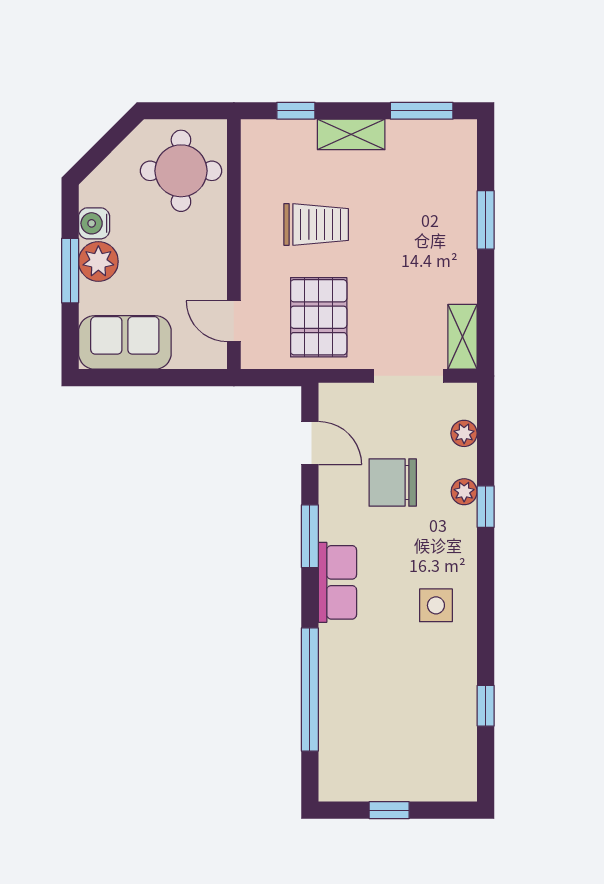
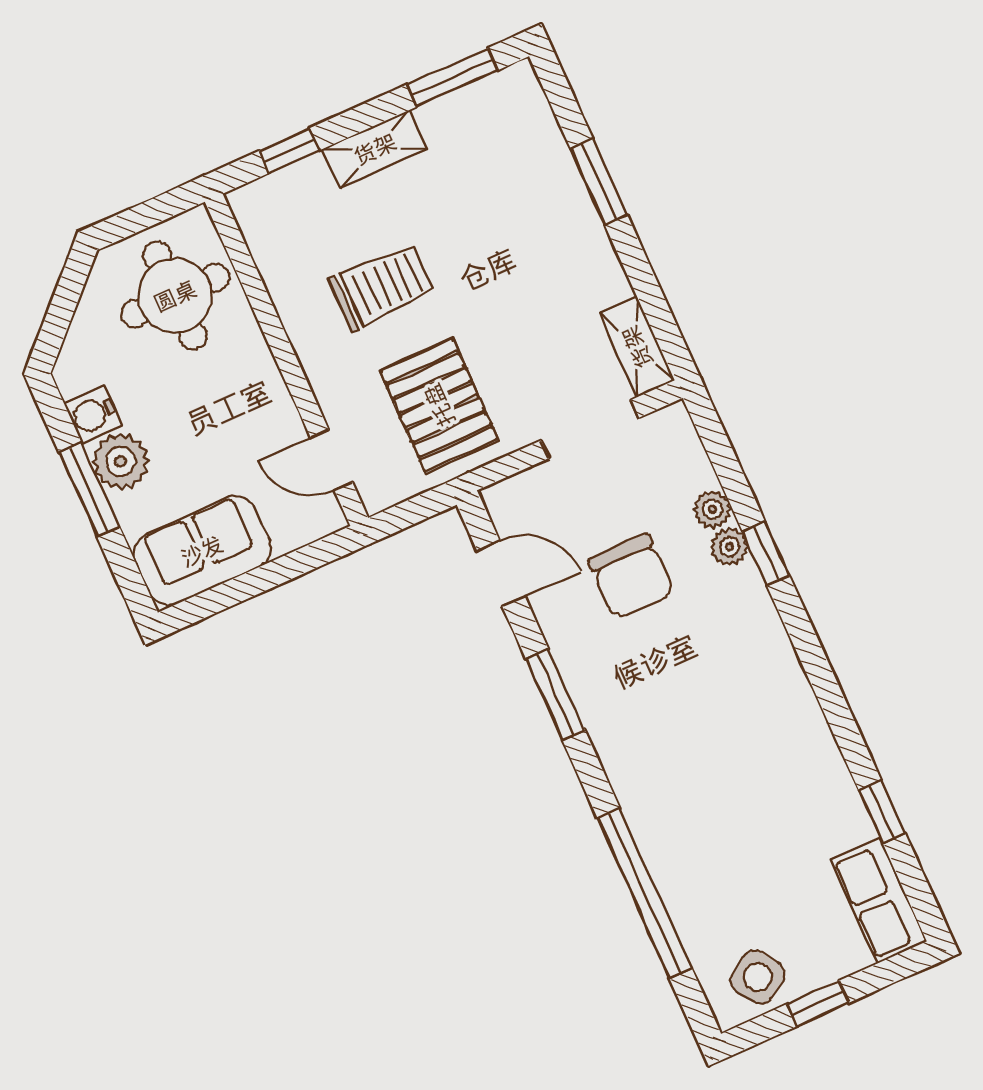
plant: (464, 433) -> (712, 509), moved
chair: (393, 483) -> (631, 577), turned -90
row of seats: (337, 582) -> (879, 901), moved, turned 180
side table: (436, 605) -> (758, 977), moved, turned -35

